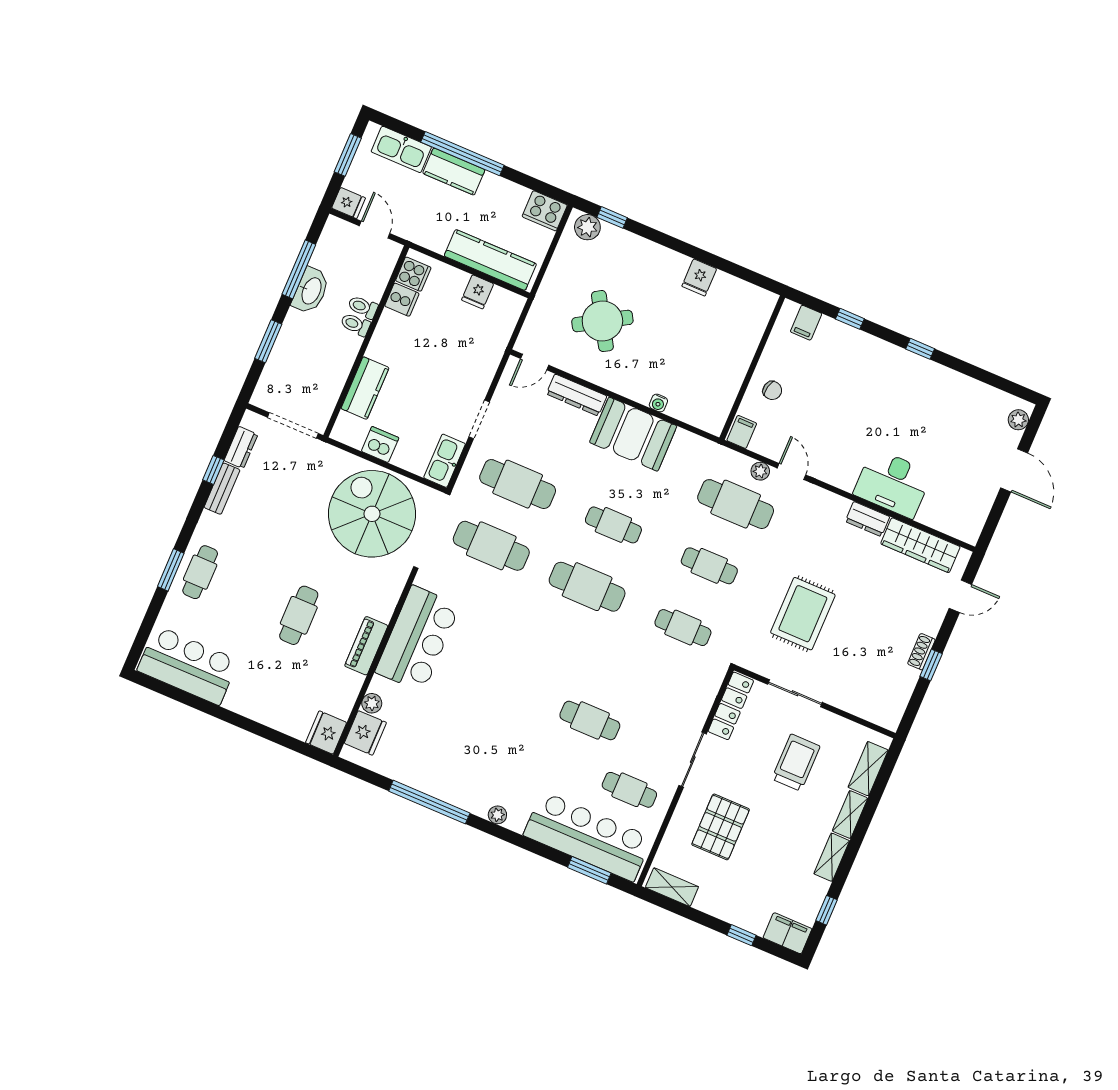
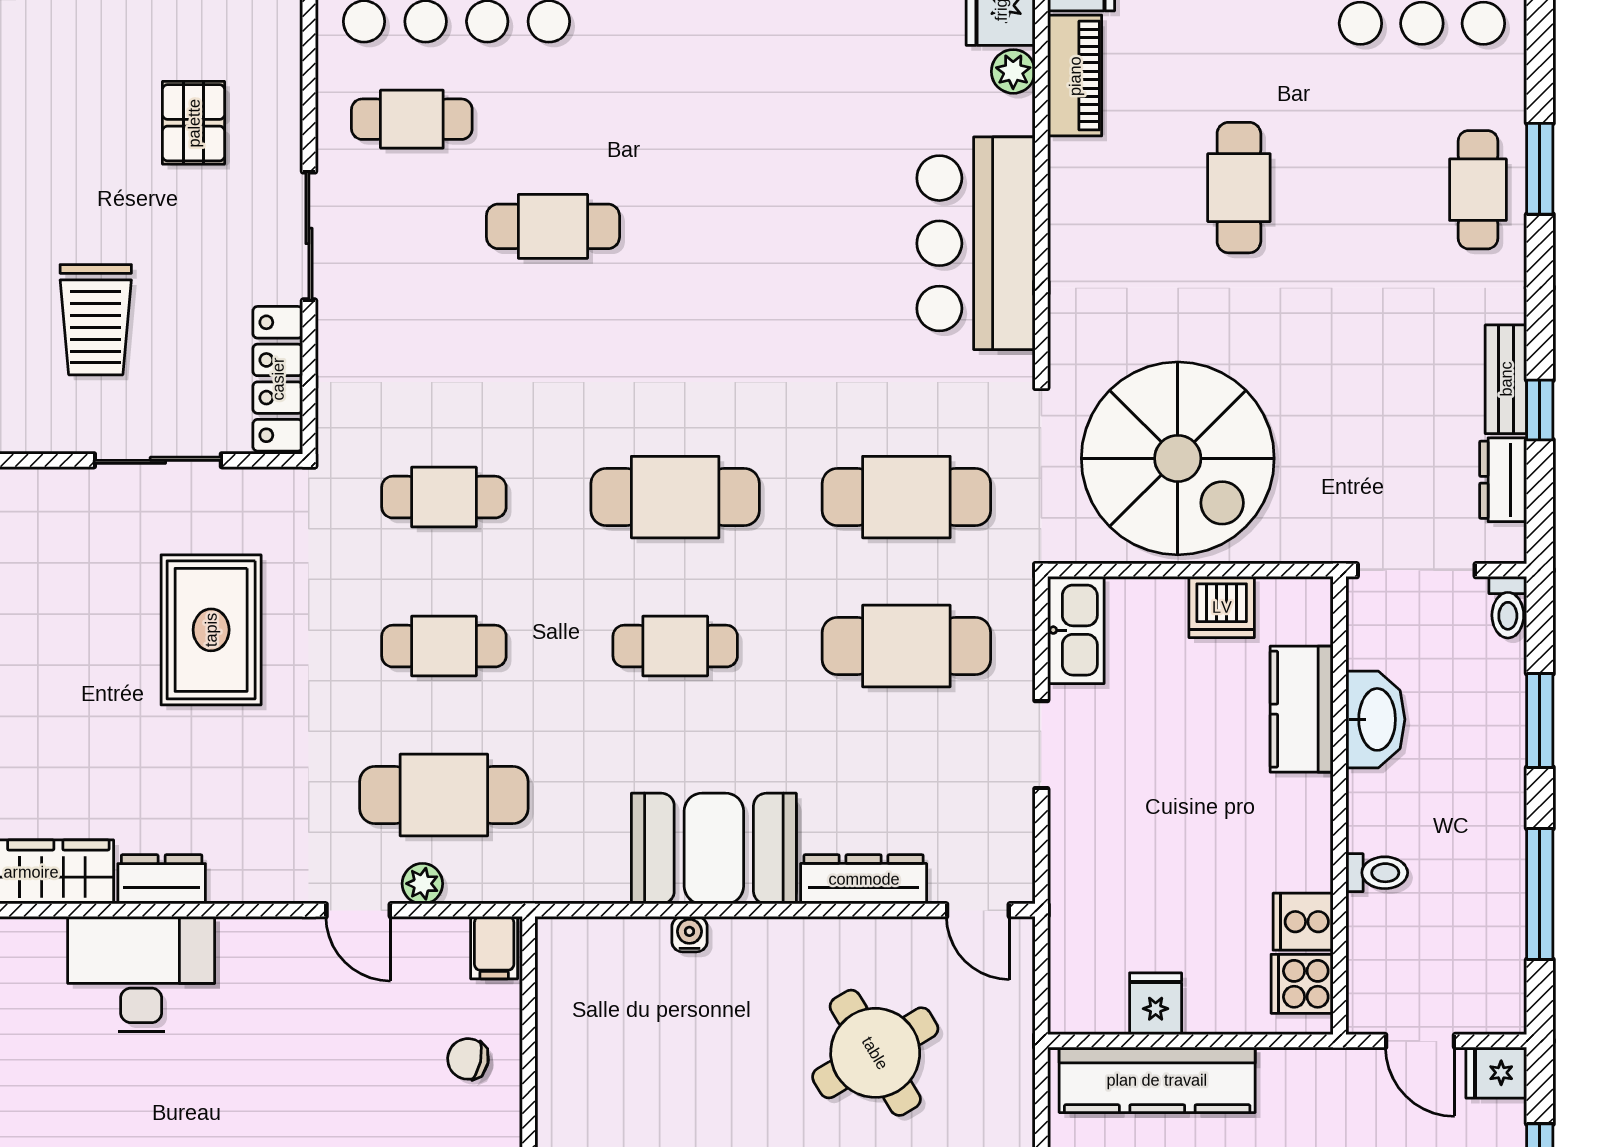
washbasin: (311, 291) -> (1375, 719), moved, turned 180
toilet: (355, 324) -> (1508, 607), moved, turned 90
door: (535, 362) -> (978, 910), swing flipped
piano: (366, 646) -> (1075, 76), moved
pallet: (721, 827) -> (194, 123), width x0.67, depth x0.71

